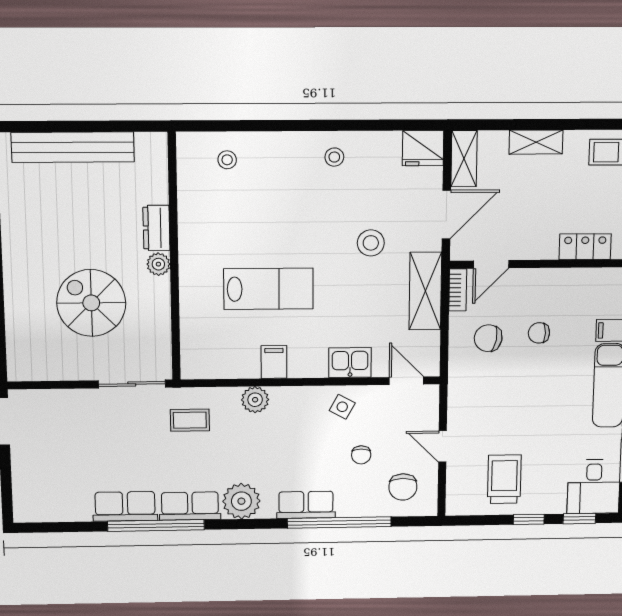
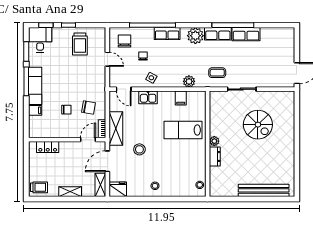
dresser: (156, 228) -> (215, 156), moved
wall: (174, 258) -> (208, 144), moved
plant: (158, 264) -> (214, 141), moved

